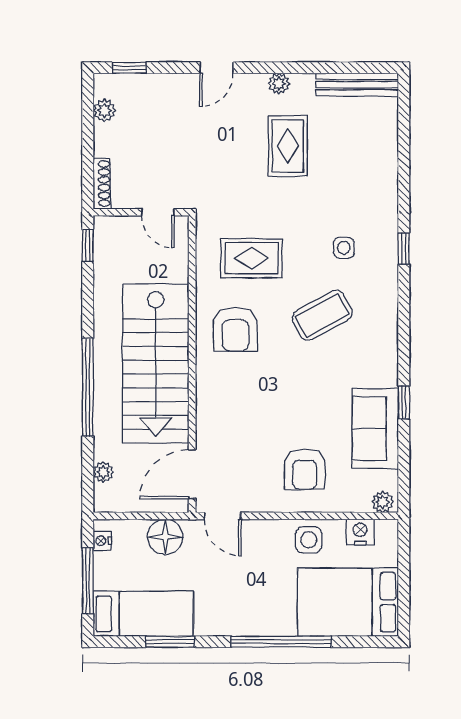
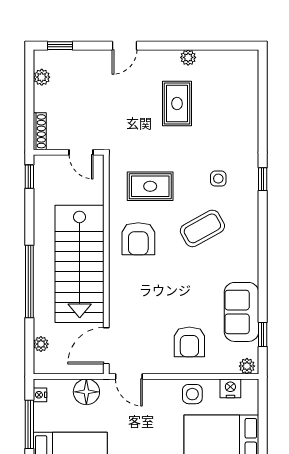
plant: (279, 84) -> (188, 57), moved
bench: (357, 85) -> (228, 58), removed
window: (404, 402) -> (263, 334), moved

